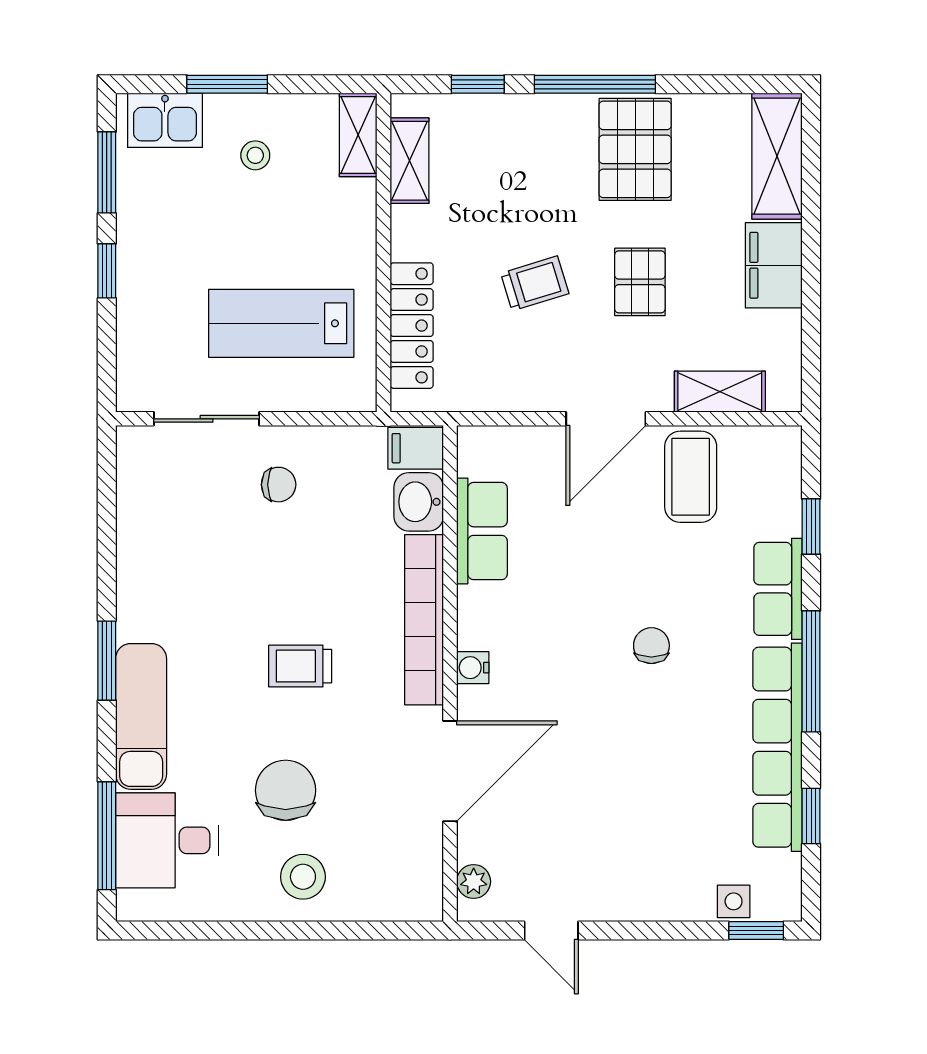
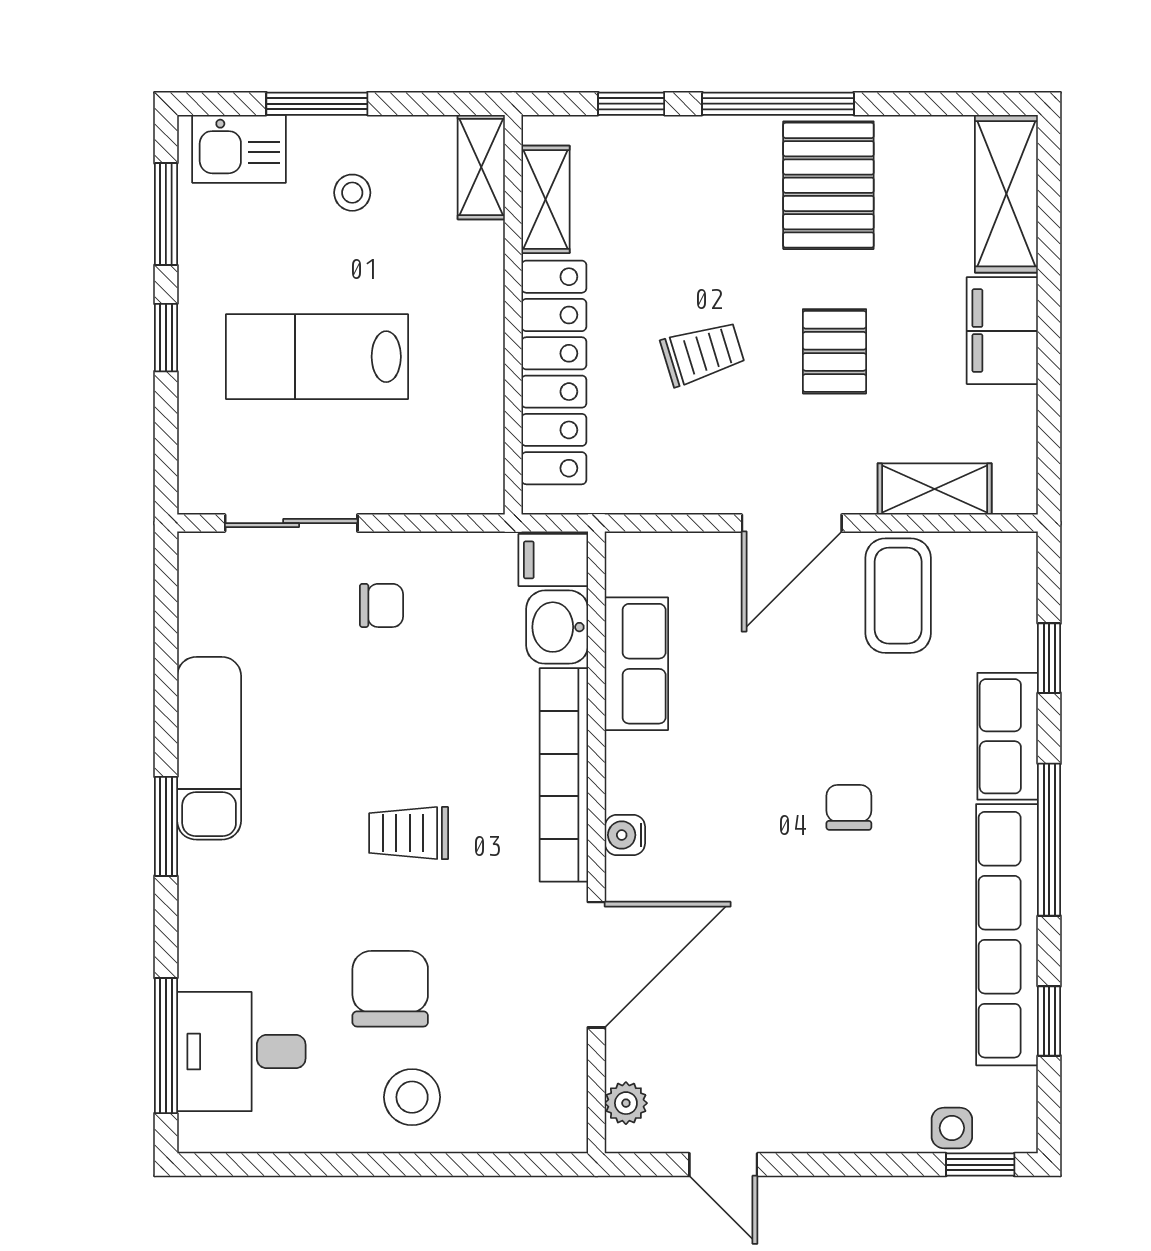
lab bench: (281, 323) -> (317, 357), moved
locker: (412, 326) -> (554, 372), width x1.41, depth x1.21
exam couch: (141, 716) -> (209, 748), moved

